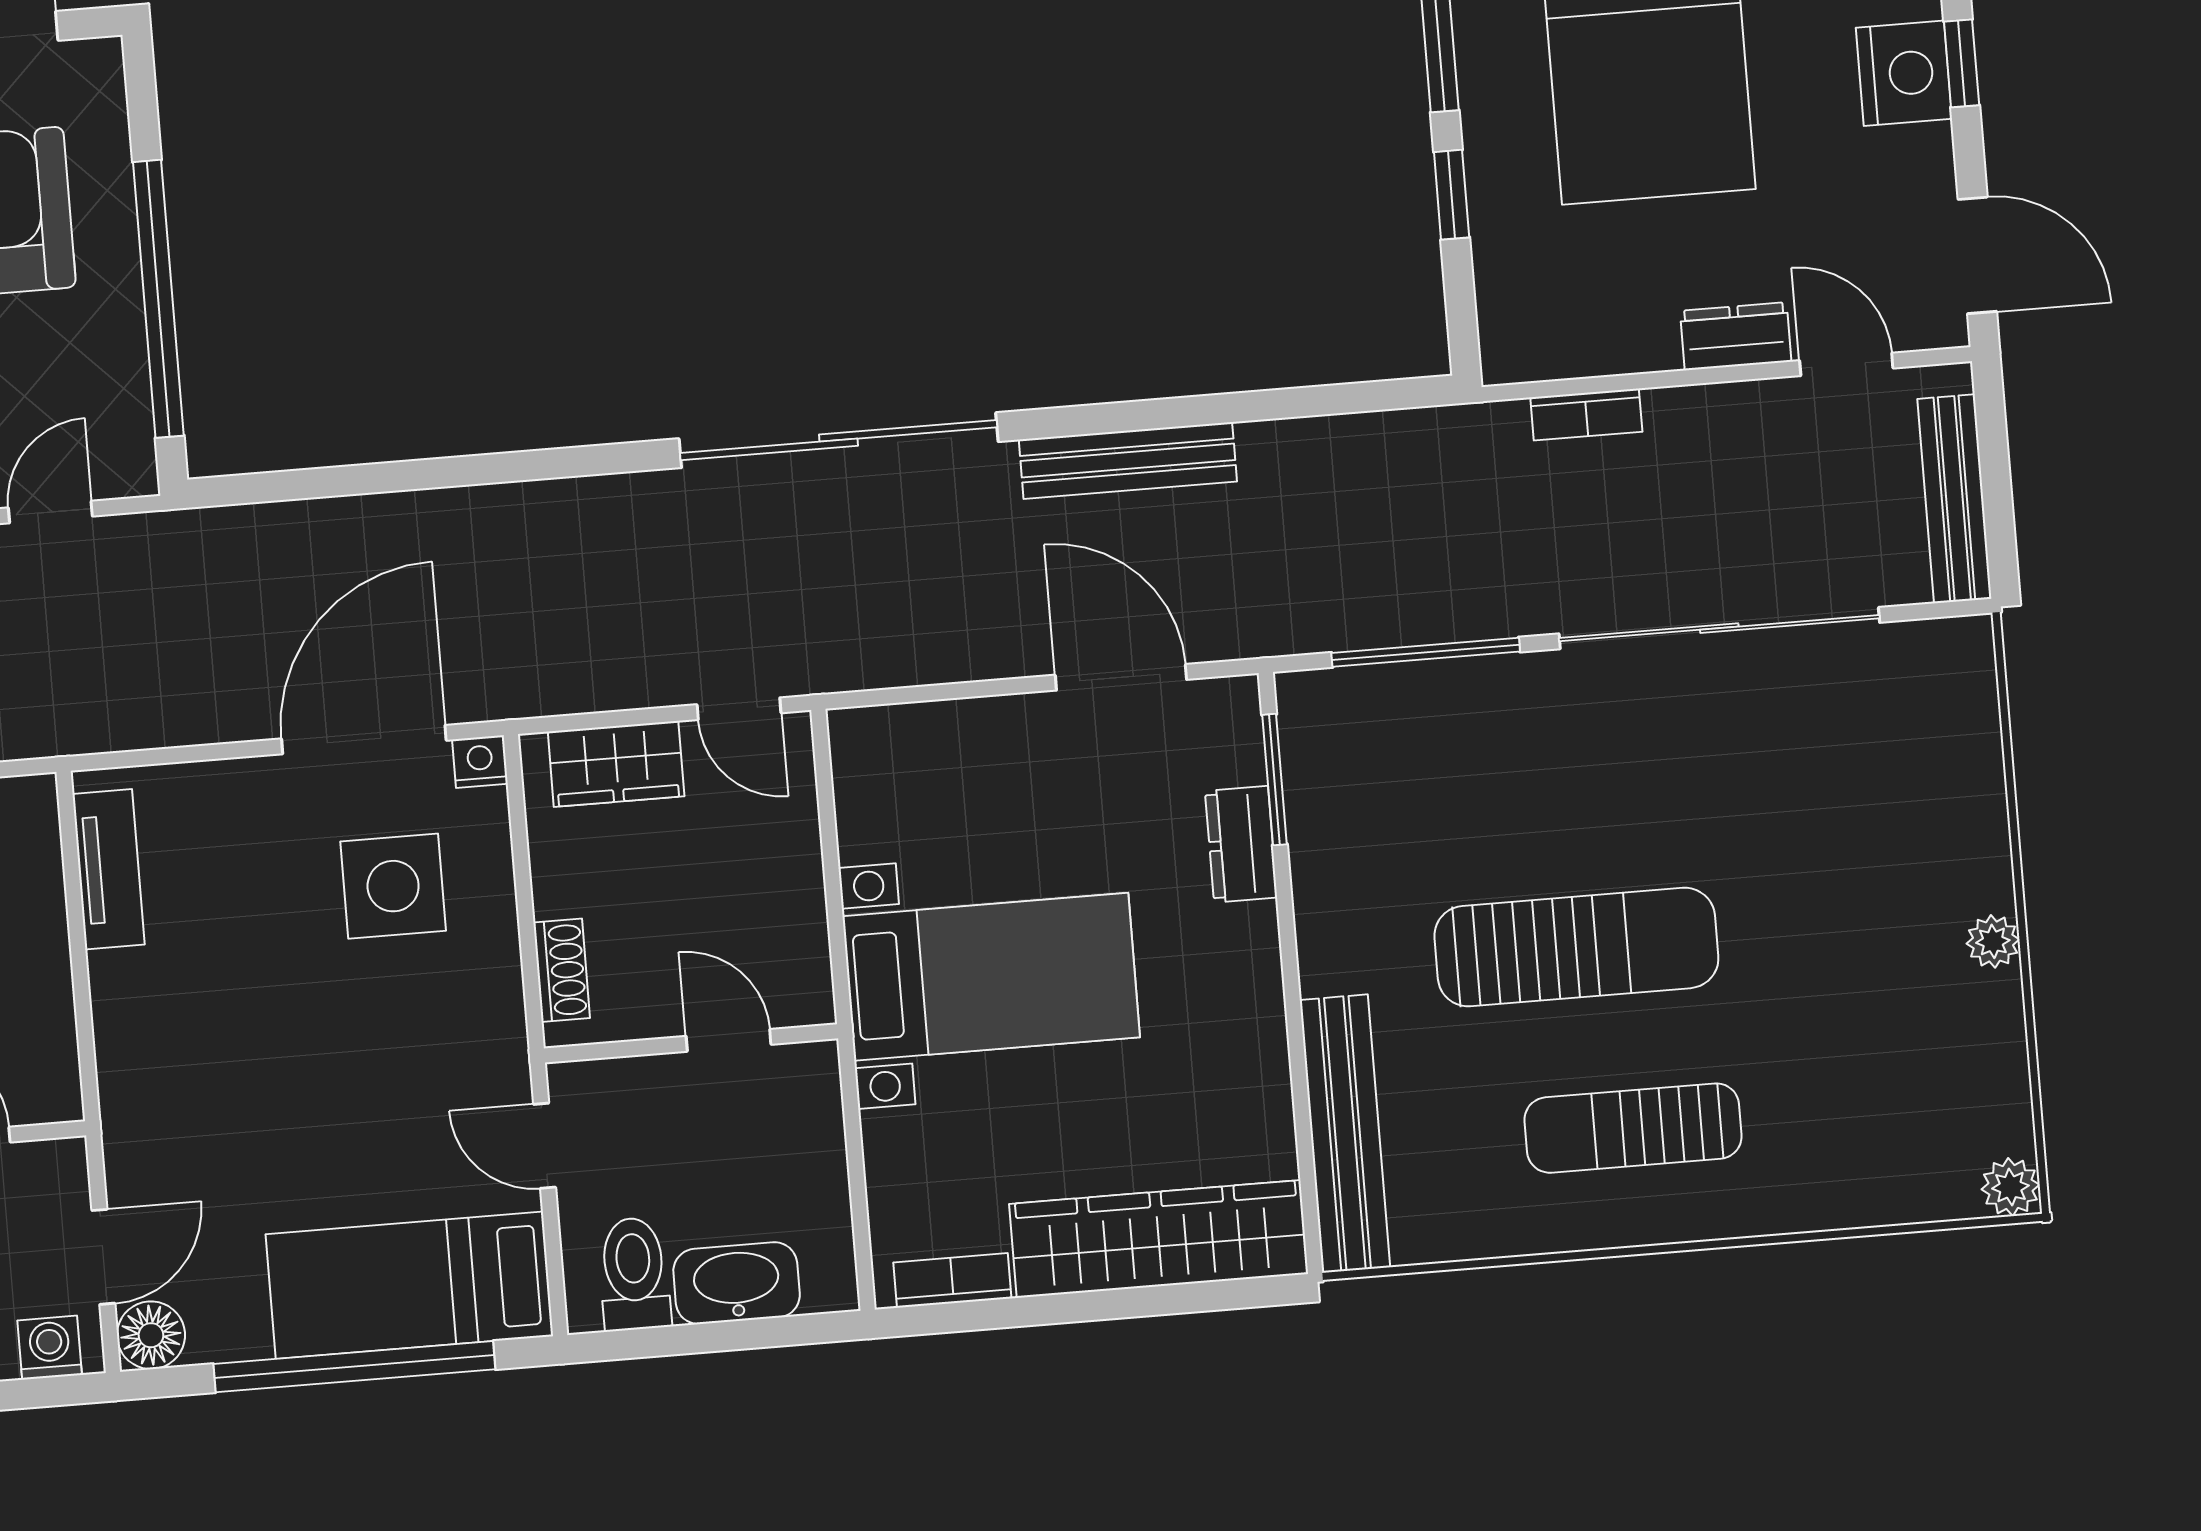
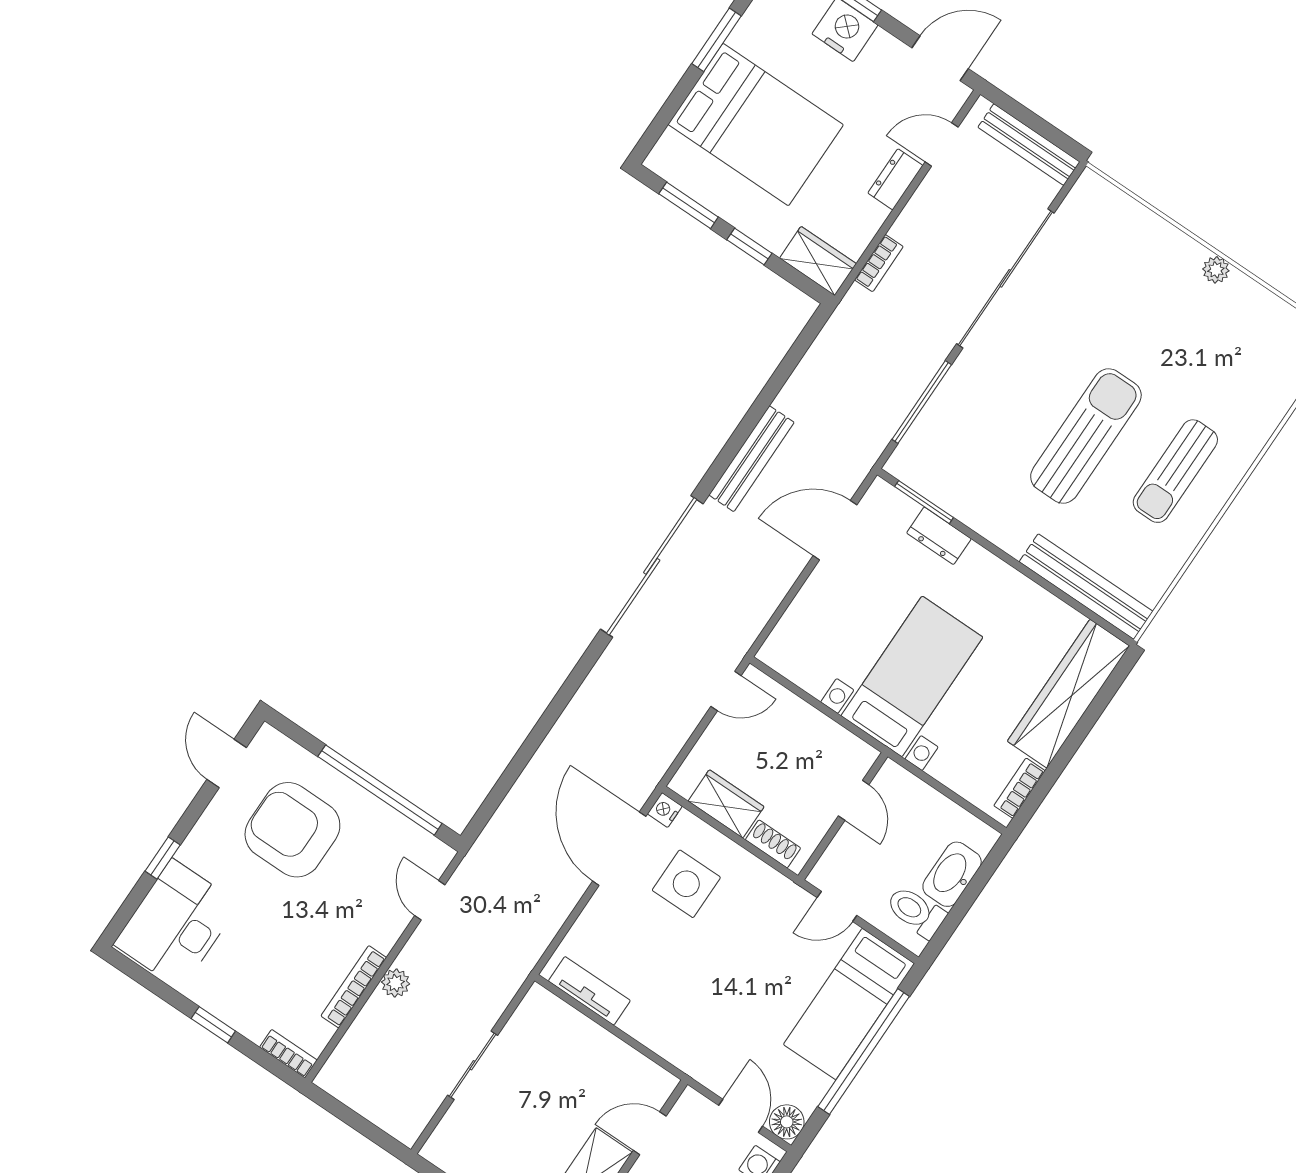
wardrobe: (1514, 318) -> (818, 261), added
wardrobe: (616, 764) -> (726, 804), moved, turned -90
door: (729, 1040) -> (854, 800), swing flipped

